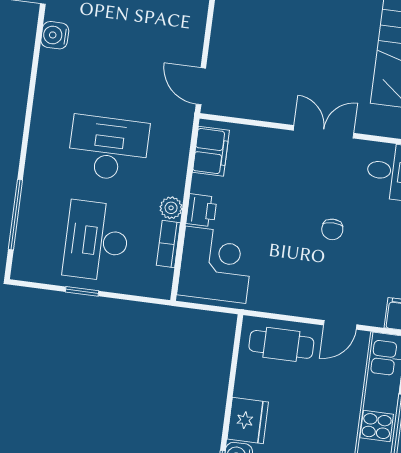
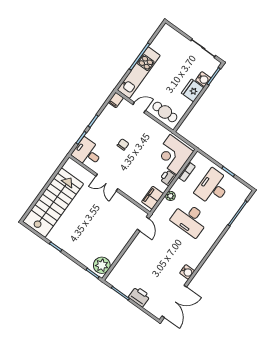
plant: (171, 208) -> (170, 196), moved
desk: (96, 241) -> (213, 187), turned 180

